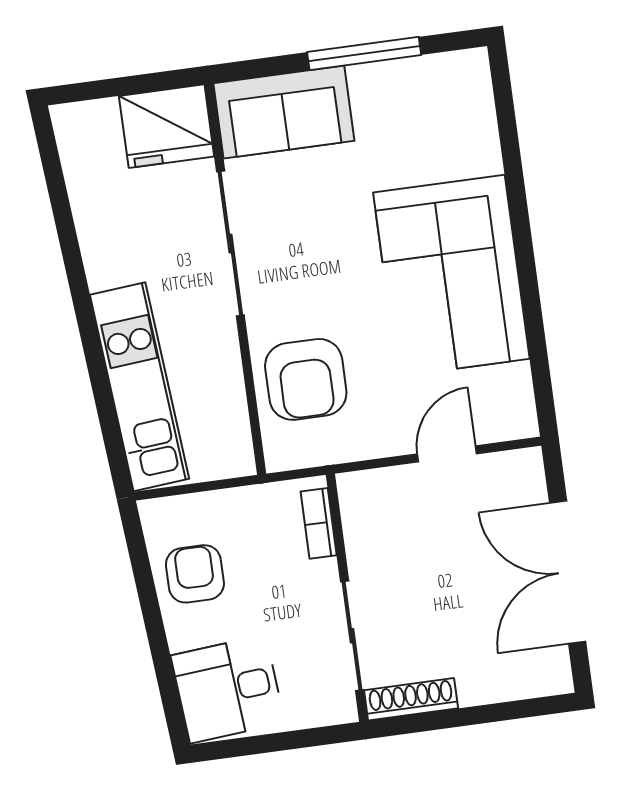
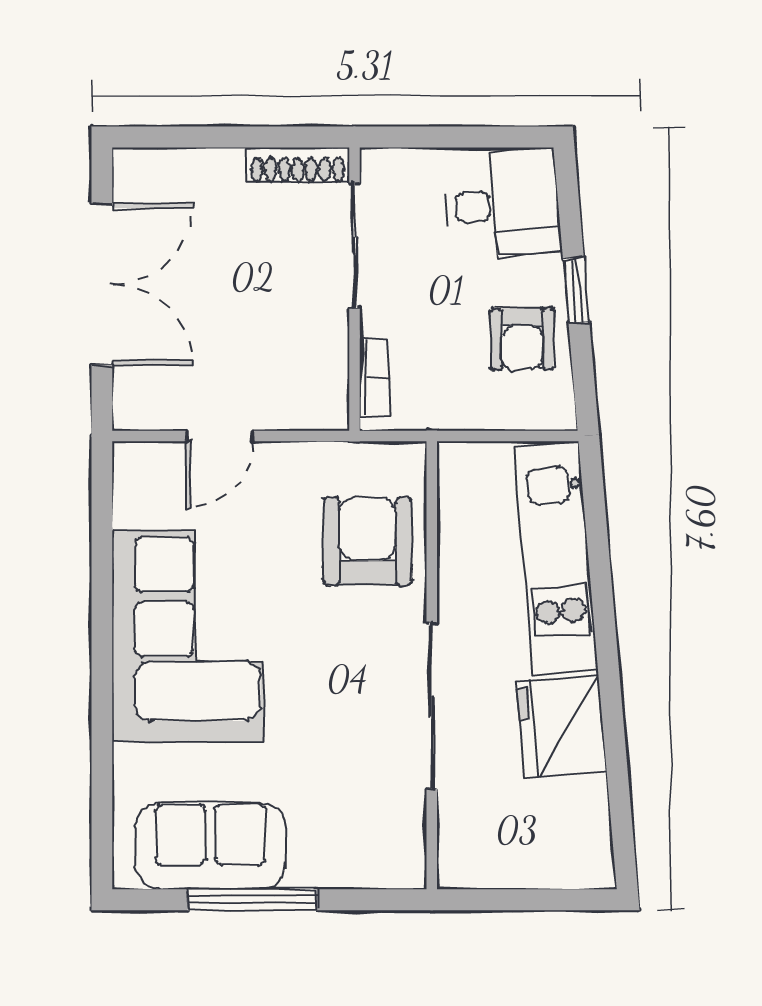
sofa: (284, 112) -> (210, 846), moved
fridge: (167, 126) -> (561, 726), moved, turned -95
window: (154, 623) -> (576, 290), added

